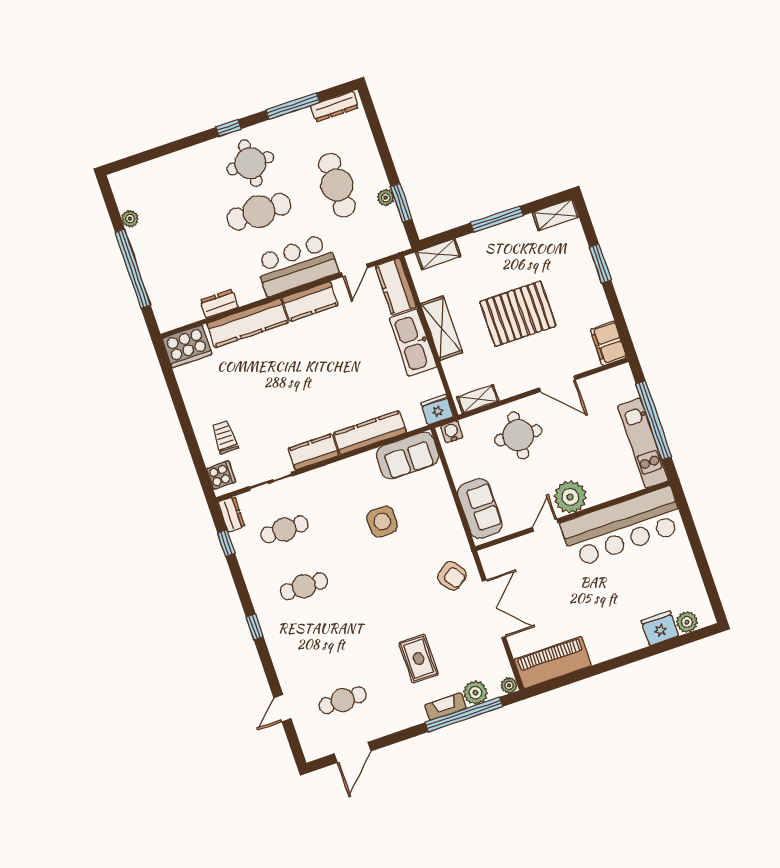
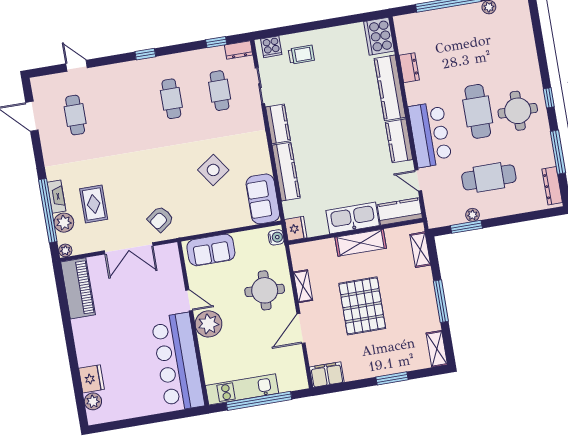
shelving: (478, 399) -> (303, 286), moved
side table: (382, 521) -> (213, 170), turned -35
rug: (419, 659) -> (94, 204), moved, turned 90

